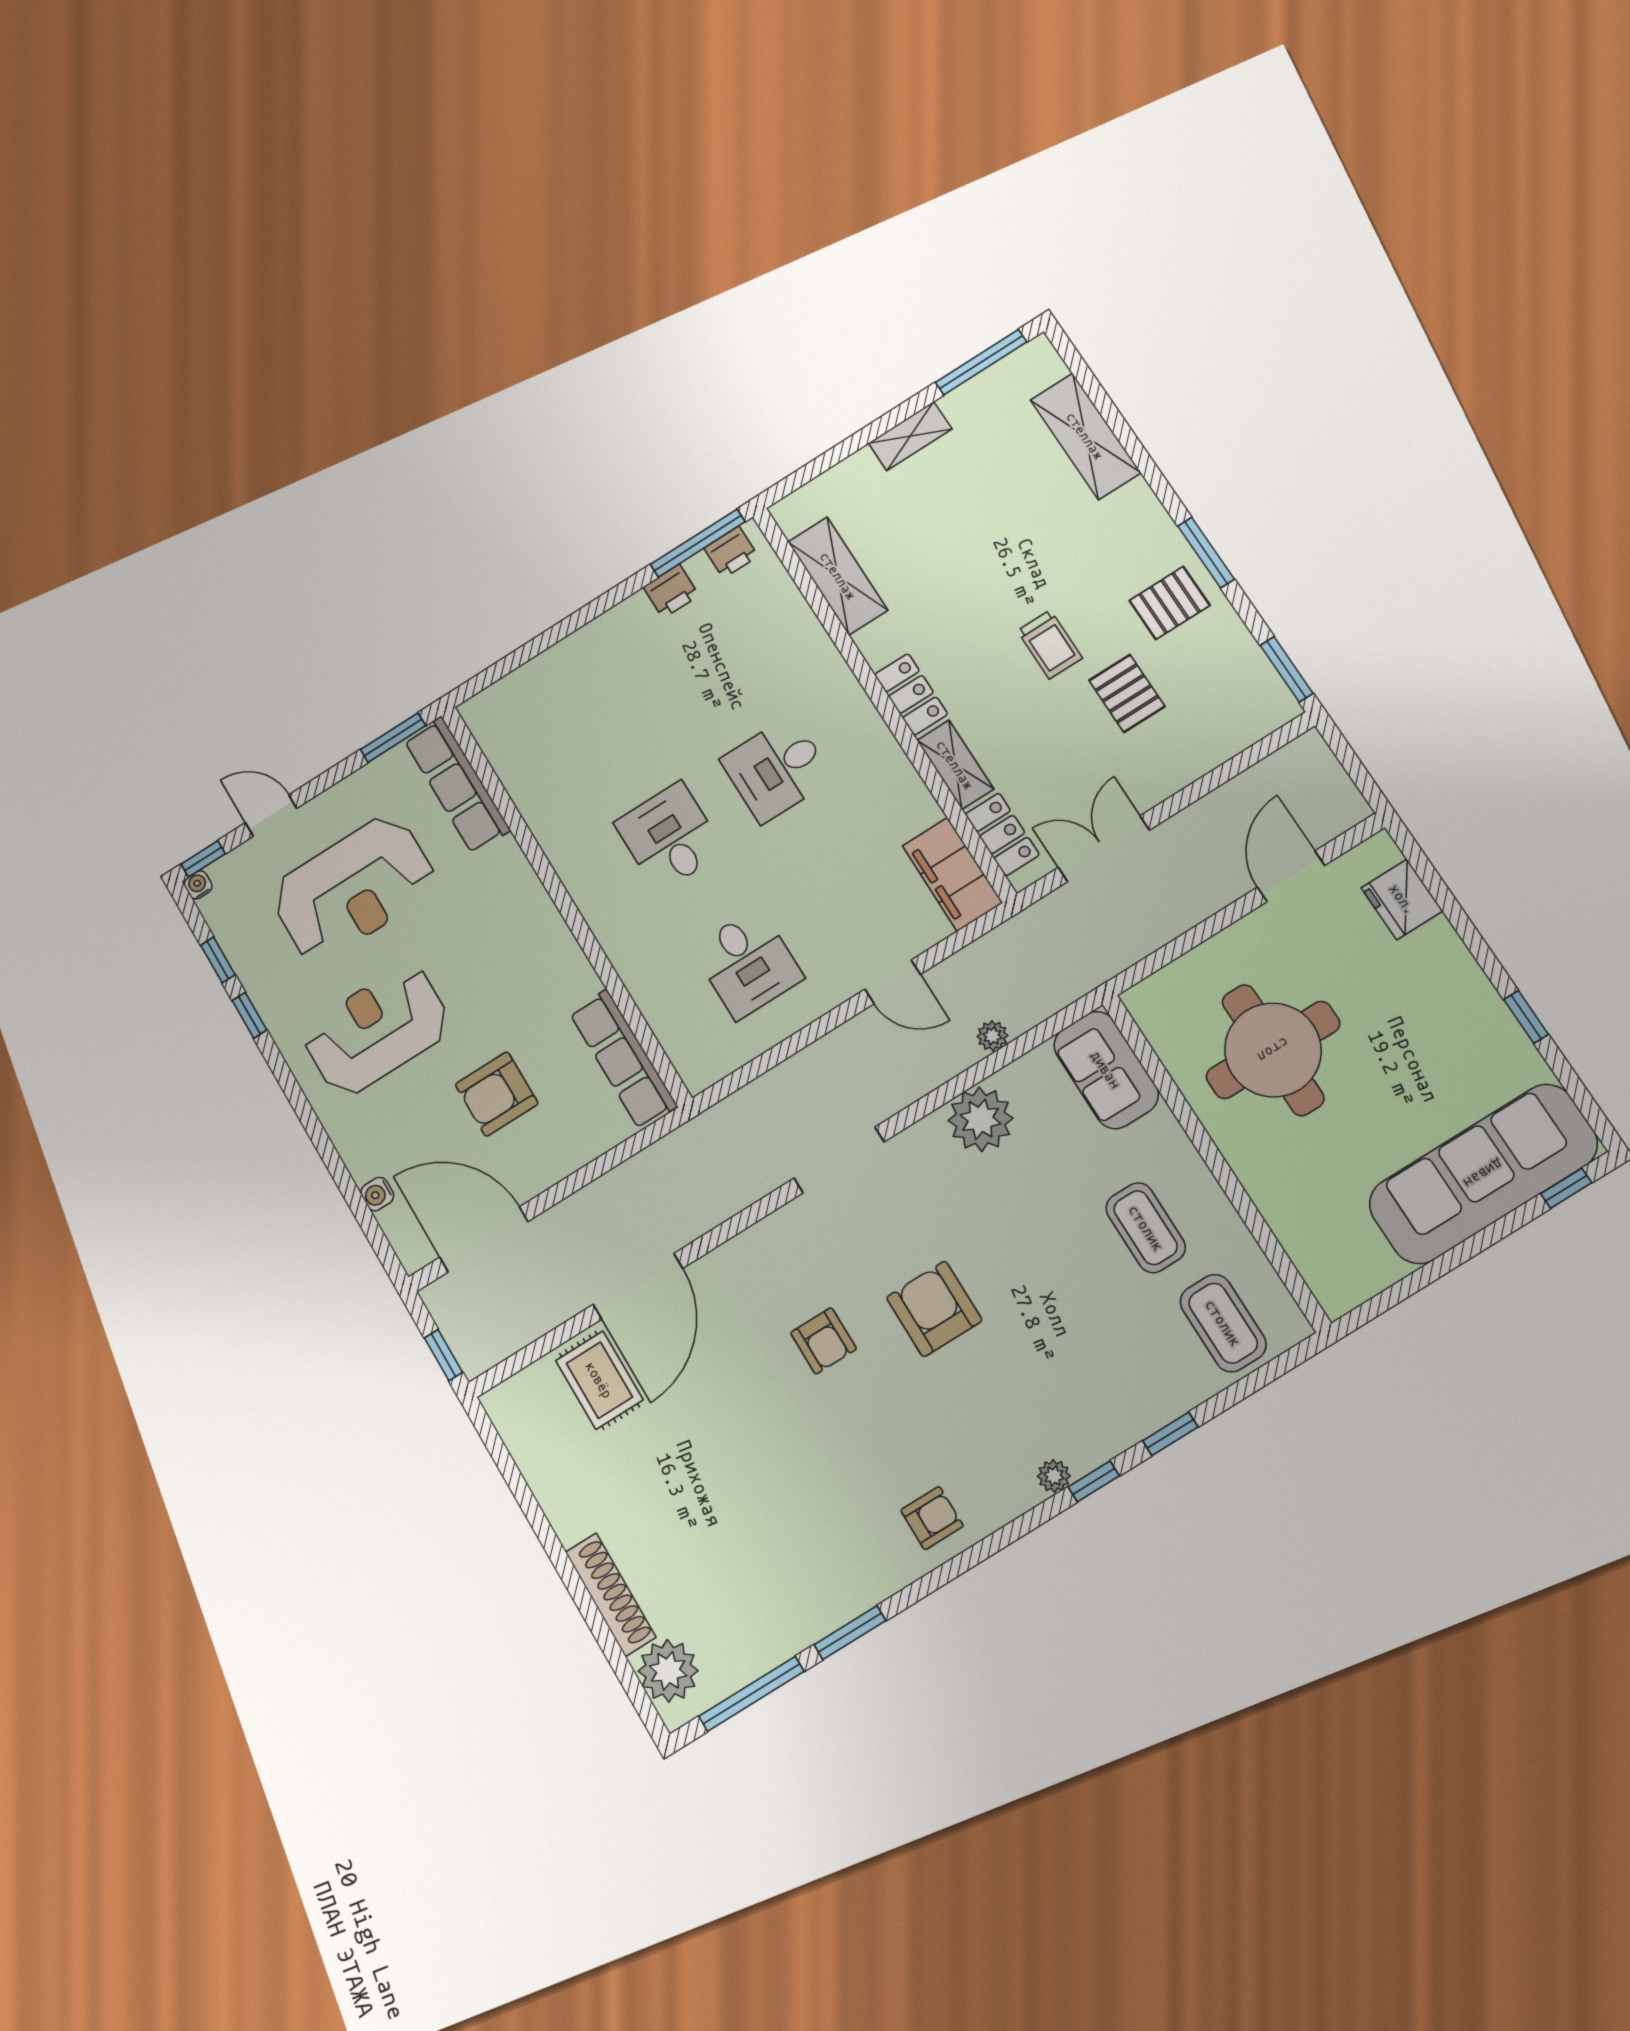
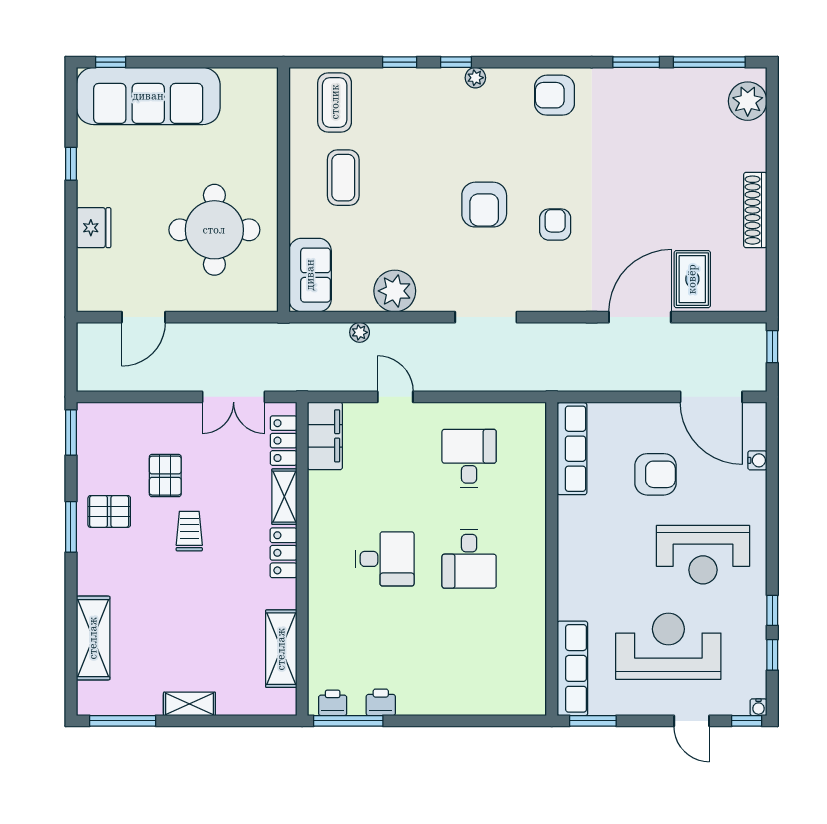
fridge: (1402, 899) -> (94, 228), moved
armchair: (932, 1518) -> (555, 95), width x1.38, depth x1.38
shoe rack: (611, 1595) -> (755, 210), moved

